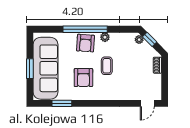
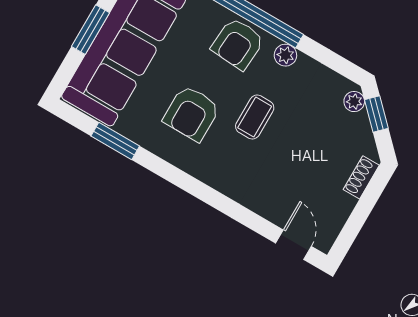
door: (147, 103) -> (294, 245), swing flipped

